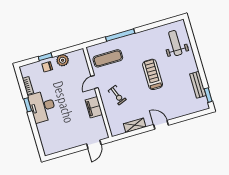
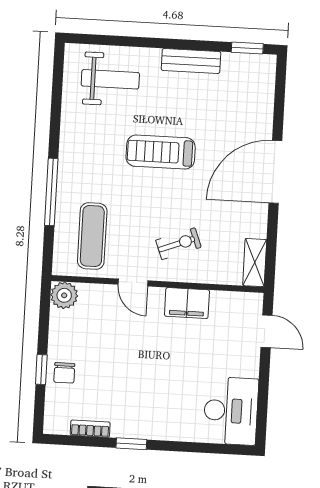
weight bench: (175, 43) -> (110, 79), turned 180
plant: (63, 60) -> (64, 295), moved
bench: (198, 85) -> (191, 61), moved
desk: (42, 106) -> (231, 411), moved, turned -90
shelving: (135, 125) -> (255, 263), moved
door: (161, 125) -> (275, 172), width x1.87

